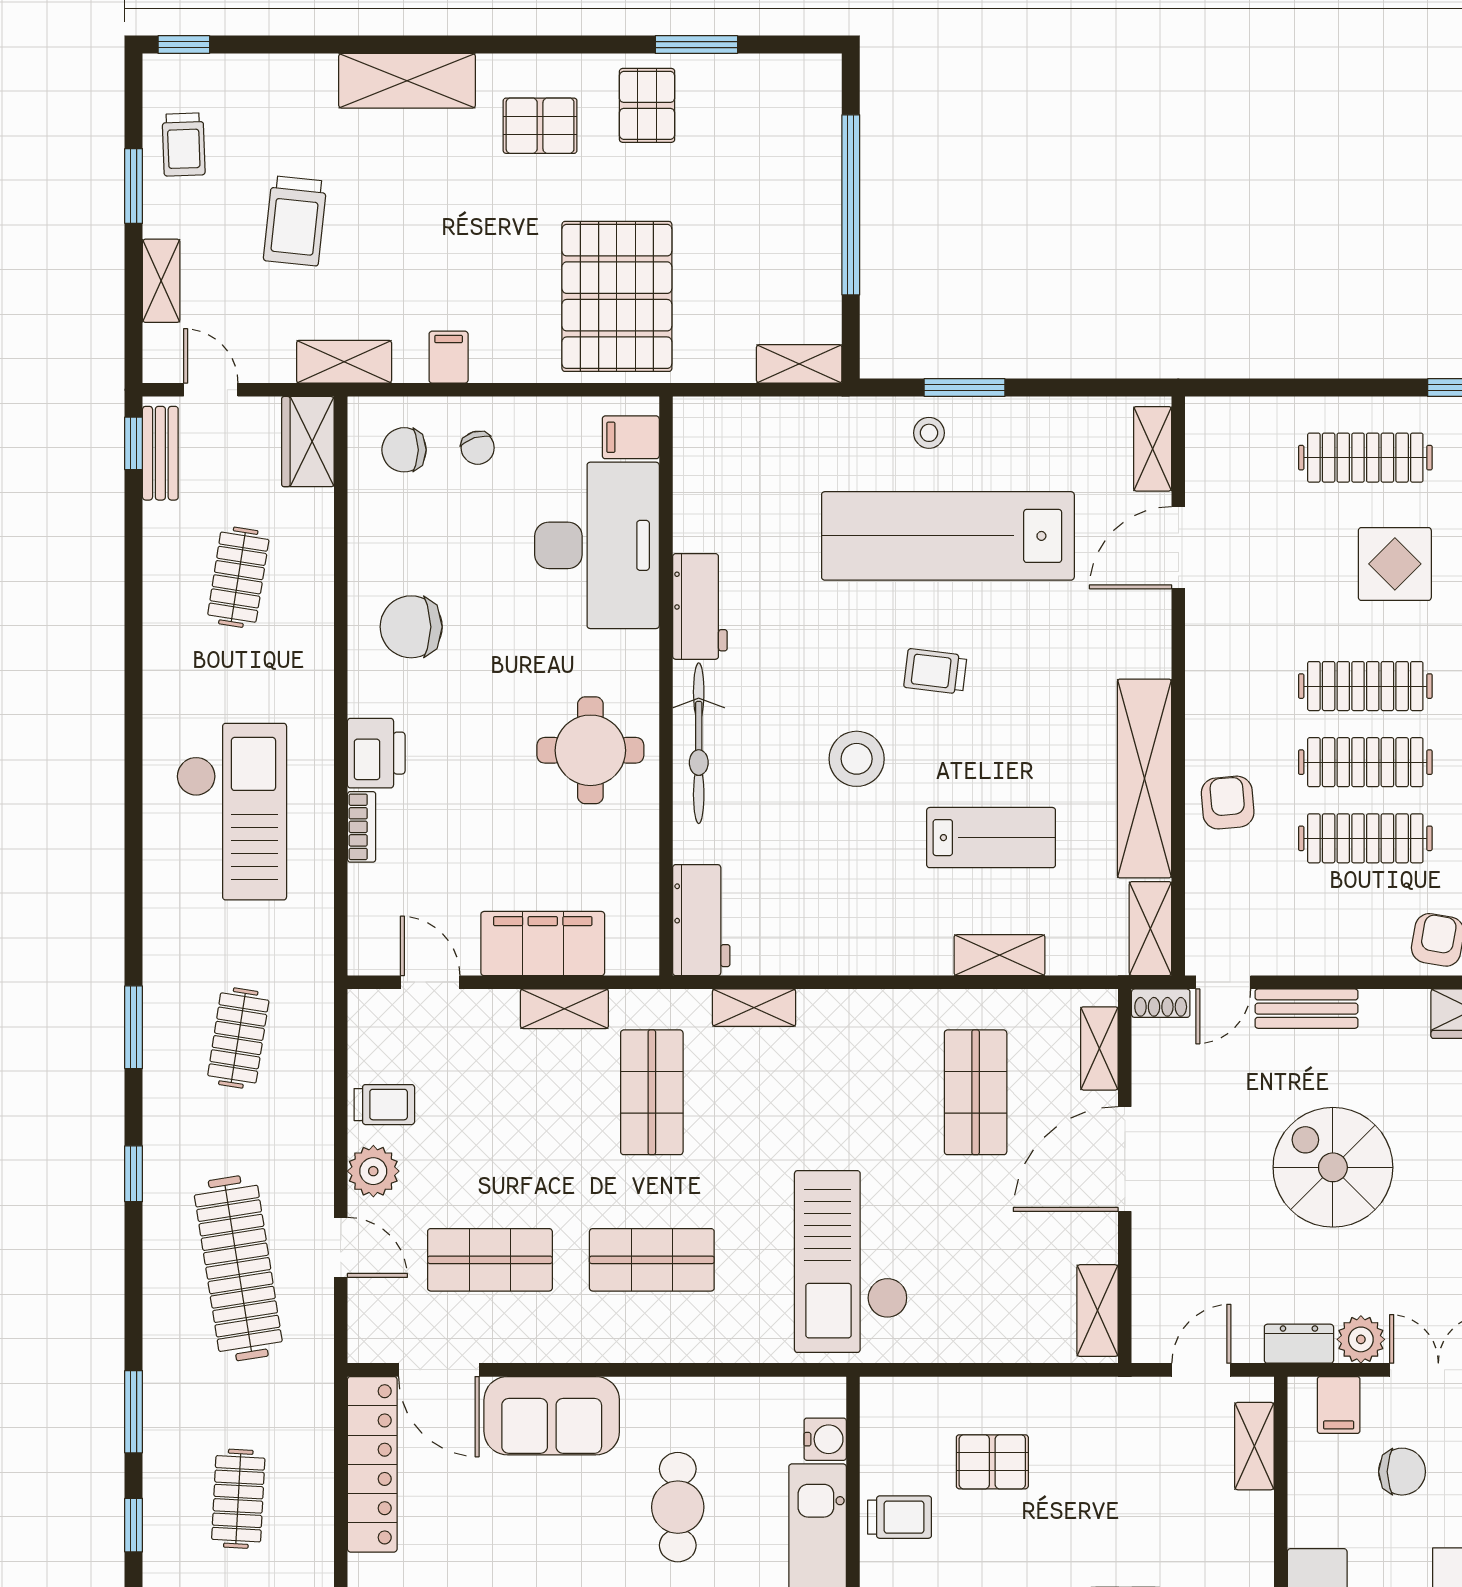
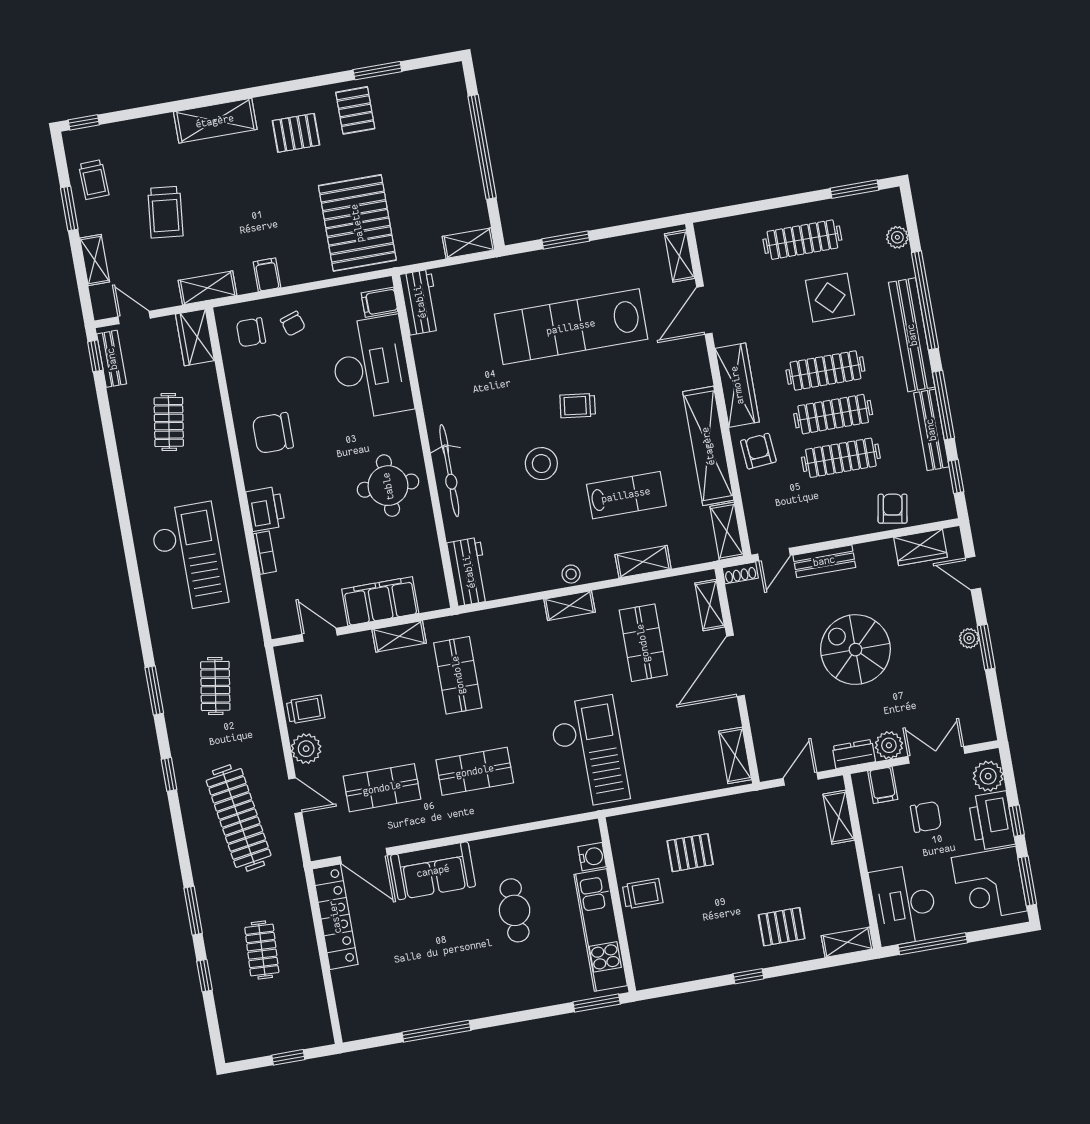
stool: (929, 433) -> (571, 574), moved
workbench: (700, 606) -> (420, 302), moved
wardrobe: (1212, 684) -> (737, 385), added
shelving: (754, 1008) -> (570, 606), moved
checkout: (851, 1262) -> (589, 752), turned 180

